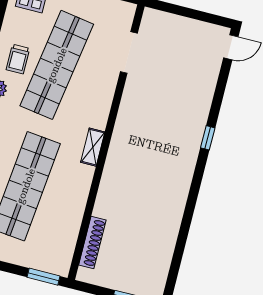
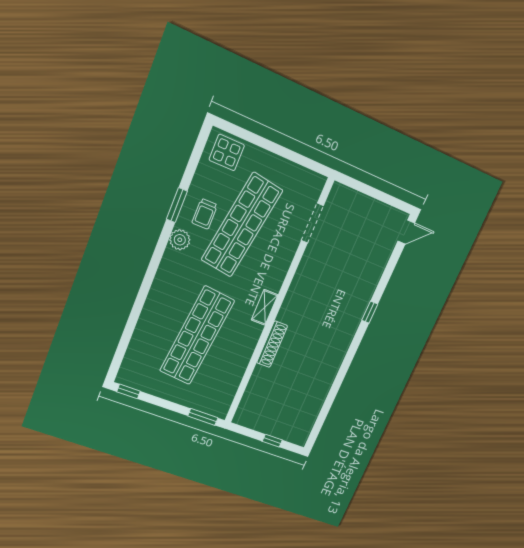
shoe rack: (92, 242) -> (272, 344), moved

